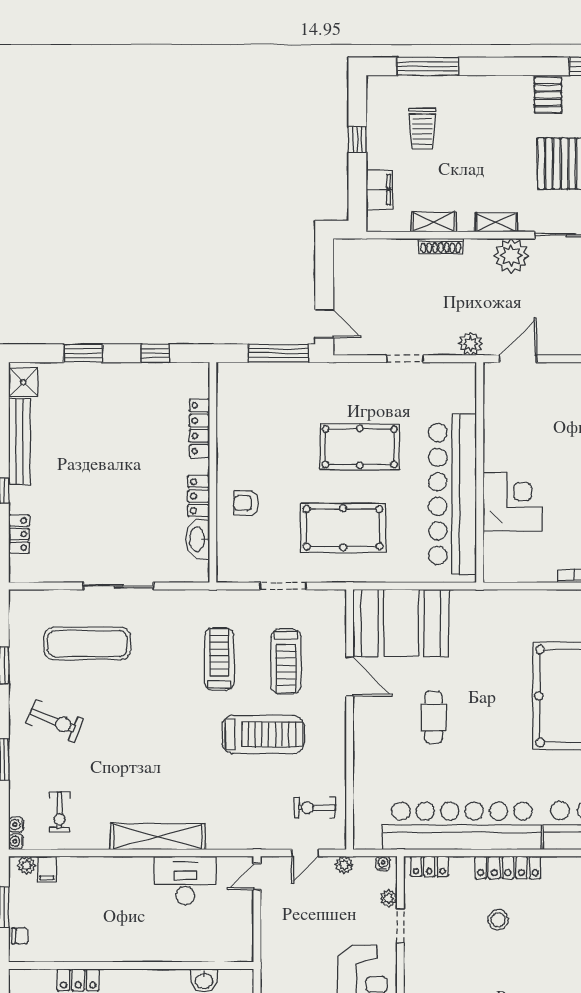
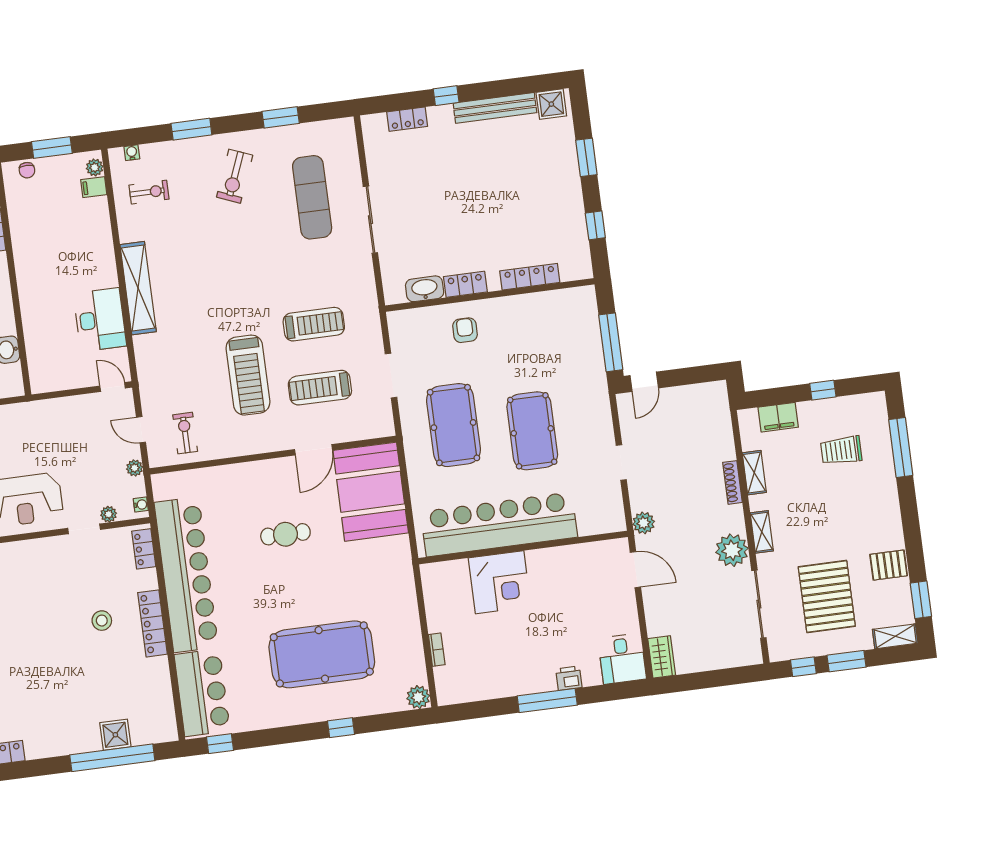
exercise bike: (59, 812) -> (149, 192), turned 180
water cooler: (16, 841) -> (116, 155), removed

